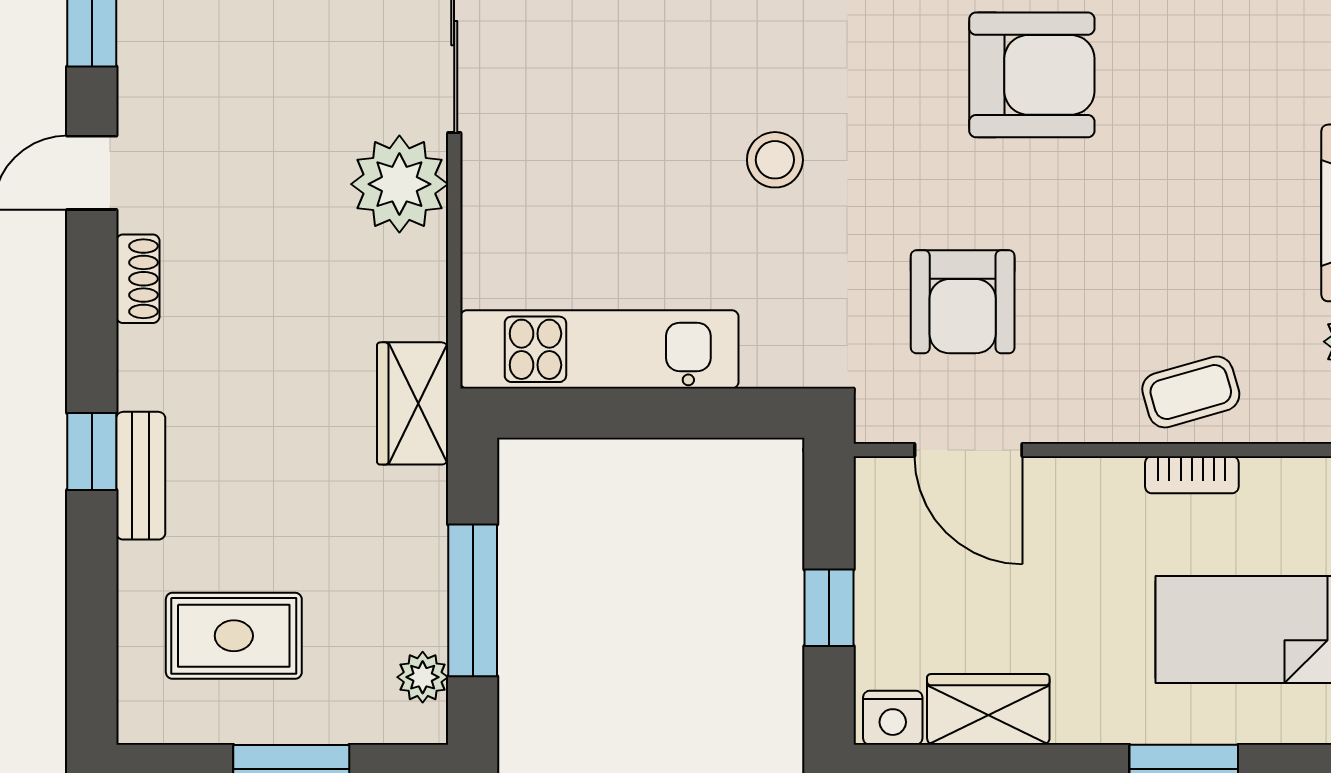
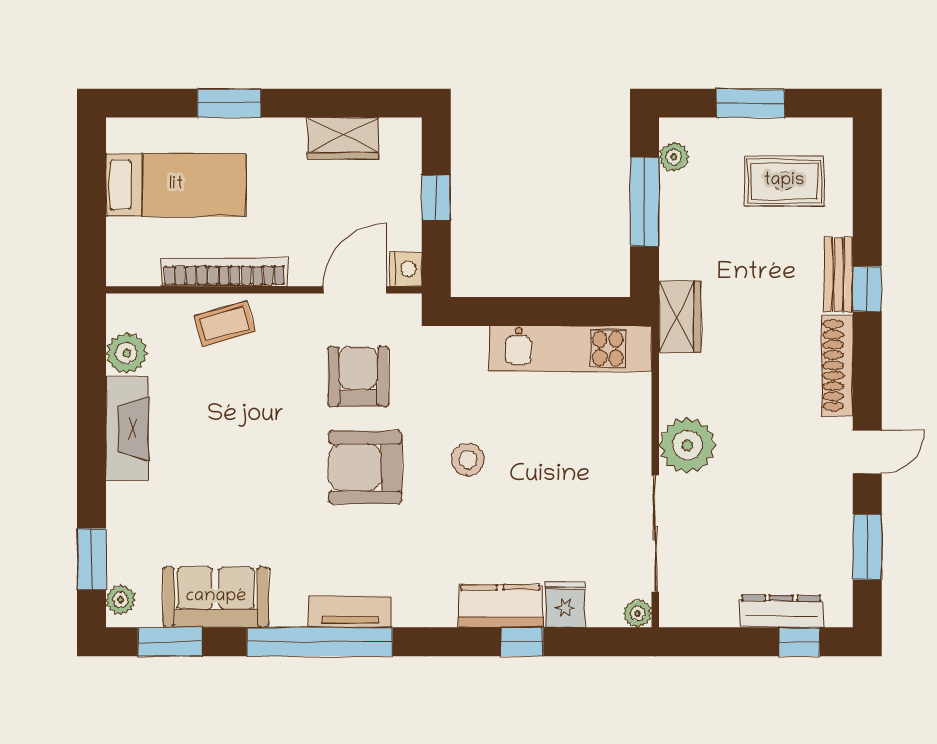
armchair: (1032, 75) -> (365, 467), moved
shoe rack: (138, 279) -> (837, 365), width x1.94, depth x1.24
door: (968, 450) -> (355, 290), hinge flipped
bookcase: (1192, 475) -> (224, 272), width x2.31, depth x1.31
nightstand: (893, 718) -> (406, 269), moved, turned 90

